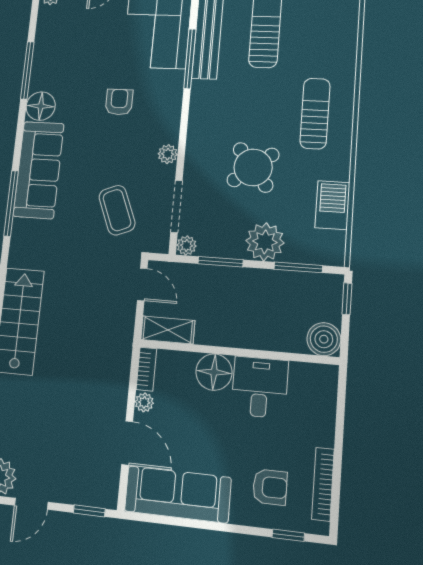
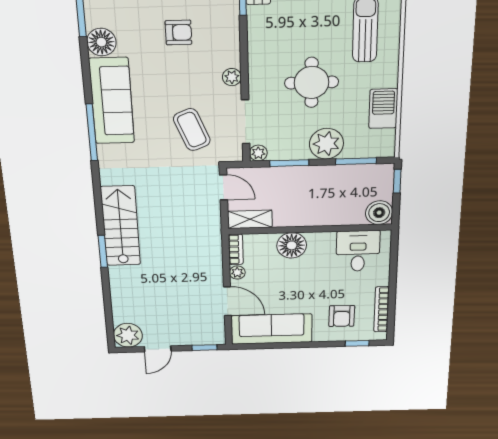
armchair: (119, 102) -> (178, 33), turned 90
round table: (253, 167) -> (312, 83), turned 38
desk: (260, 387) -> (358, 251), moved
armchair: (270, 487) -> (342, 316), turned 91

